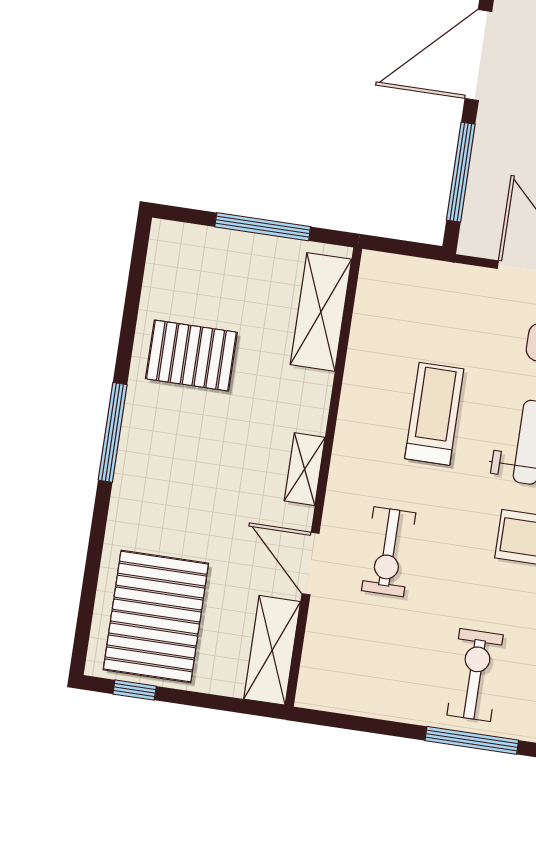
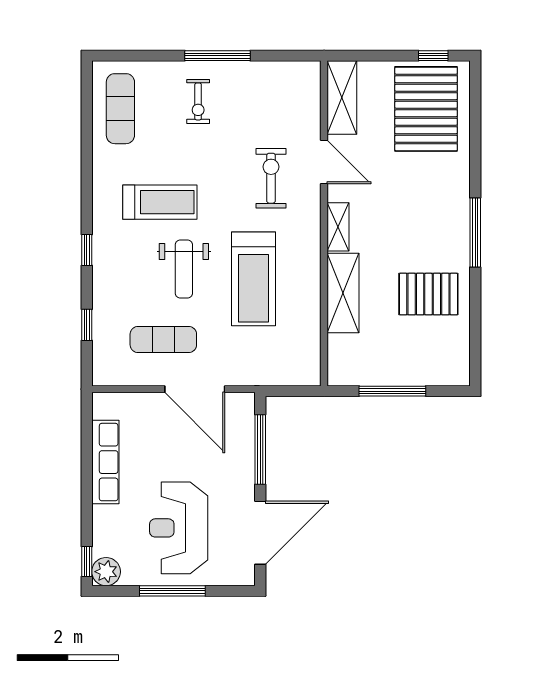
shelving: (321, 312) -> (343, 293), moved
treadmill: (434, 414) -> (254, 279), width x1.37, depth x1.38
exercise bike: (475, 675) -> (198, 101), width x0.73, depth x0.72
window: (472, 740) -> (218, 56), moved

